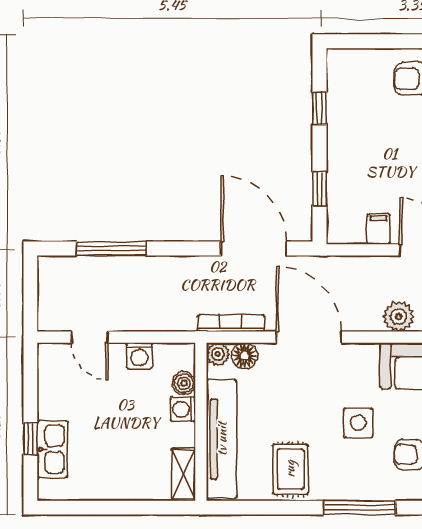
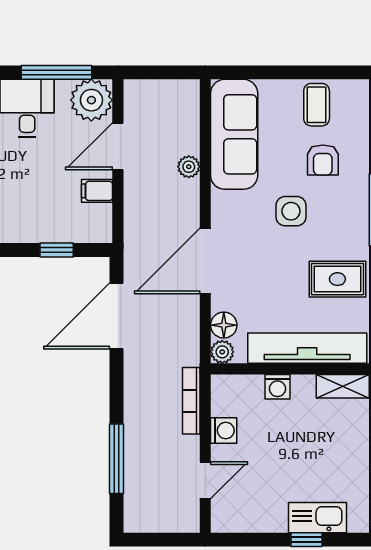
plant: (399, 317) -> (189, 167), width x0.73, depth x0.73
bookcase: (231, 323) -> (191, 401), moved
boiler: (184, 383) -> (251, 386), removed

